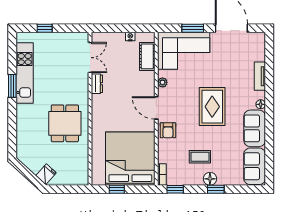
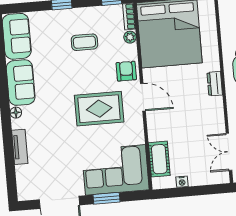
plant: (163, 82) -> (130, 37), moved
dresser: (97, 84) -> (215, 84), moved
rug: (212, 107) -> (99, 109), moved, turned 90
floor lamp: (210, 179) -> (70, 16), removed

